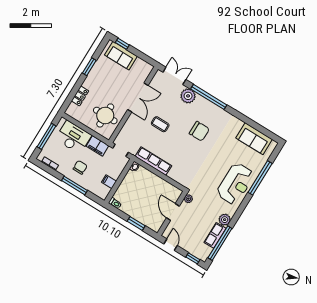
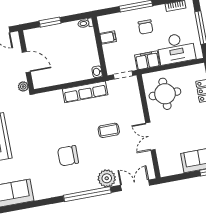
double door: (174, 76) -> (135, 185), swing flipped
double door: (138, 97) -> (150, 136), width x0.73

